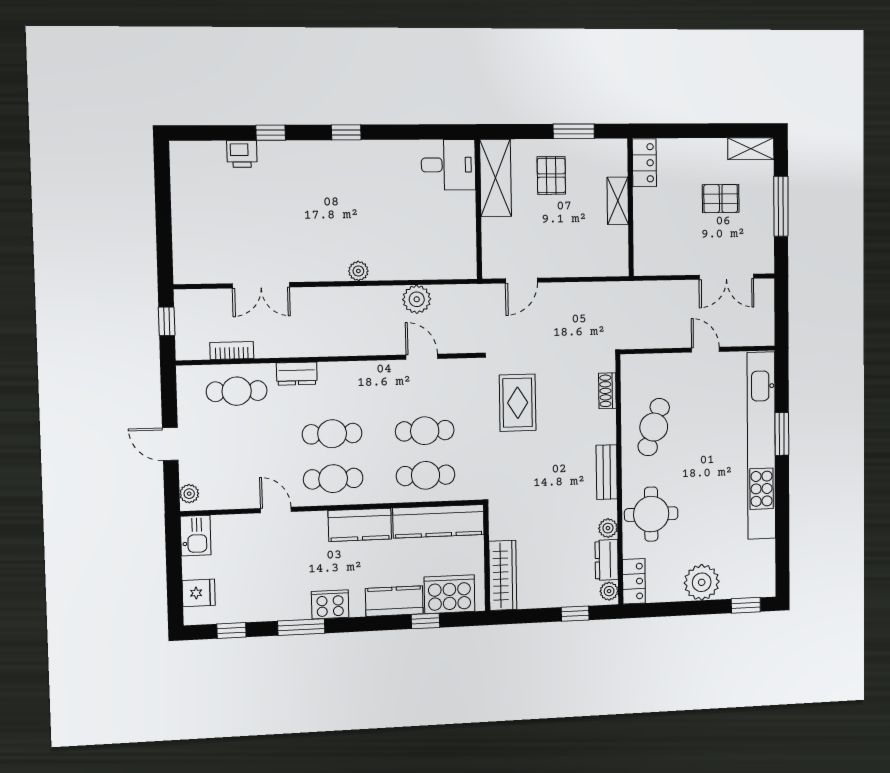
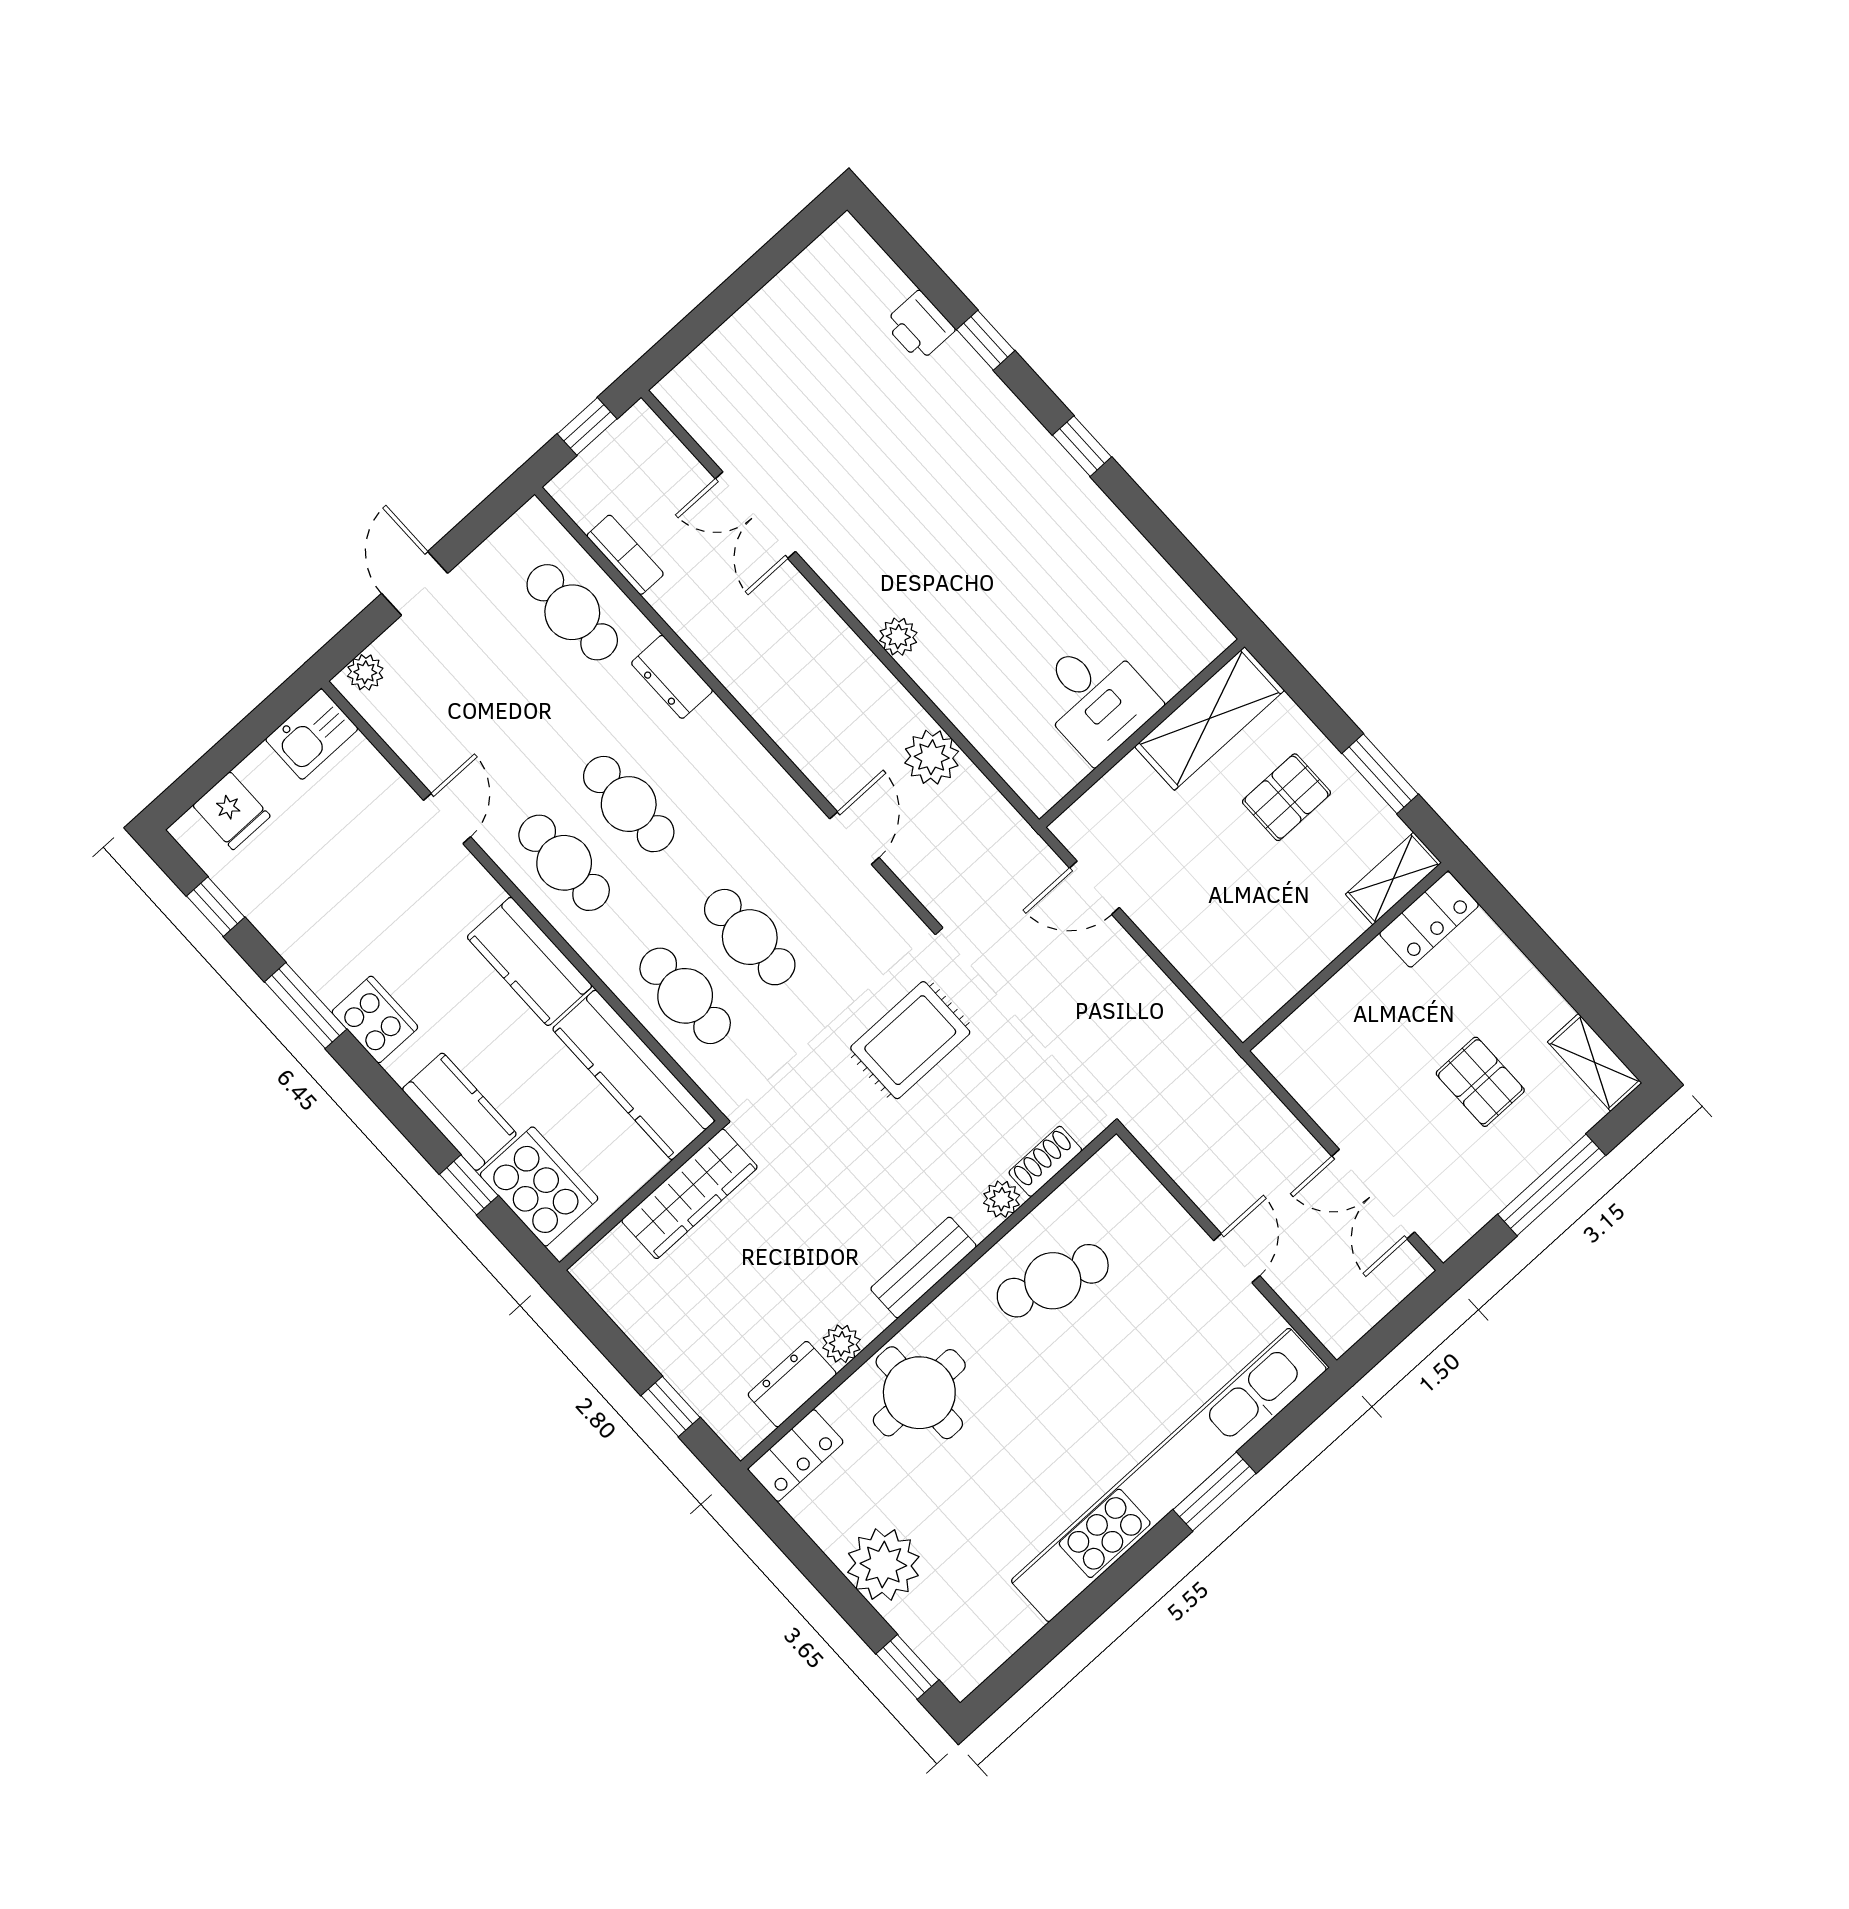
desk: (448, 165) -> (1095, 698), moved
shelving: (618, 201) -> (1393, 879), moved
wardrobe: (503, 575) -> (689, 1194), moved
plant: (609, 591) -> (1002, 1199), moved

